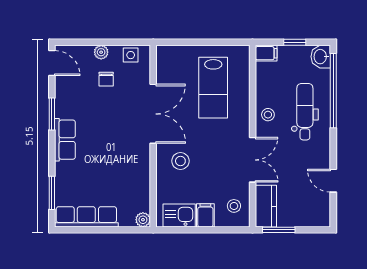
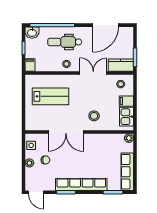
door: (52, 63) -> (36, 192), swing flipped
double door: (153, 114) -> (66, 132), swing flipped
row of seats: (65, 140) -> (81, 184), width x2.02
door: (333, 181) -> (106, 25), width x1.87

